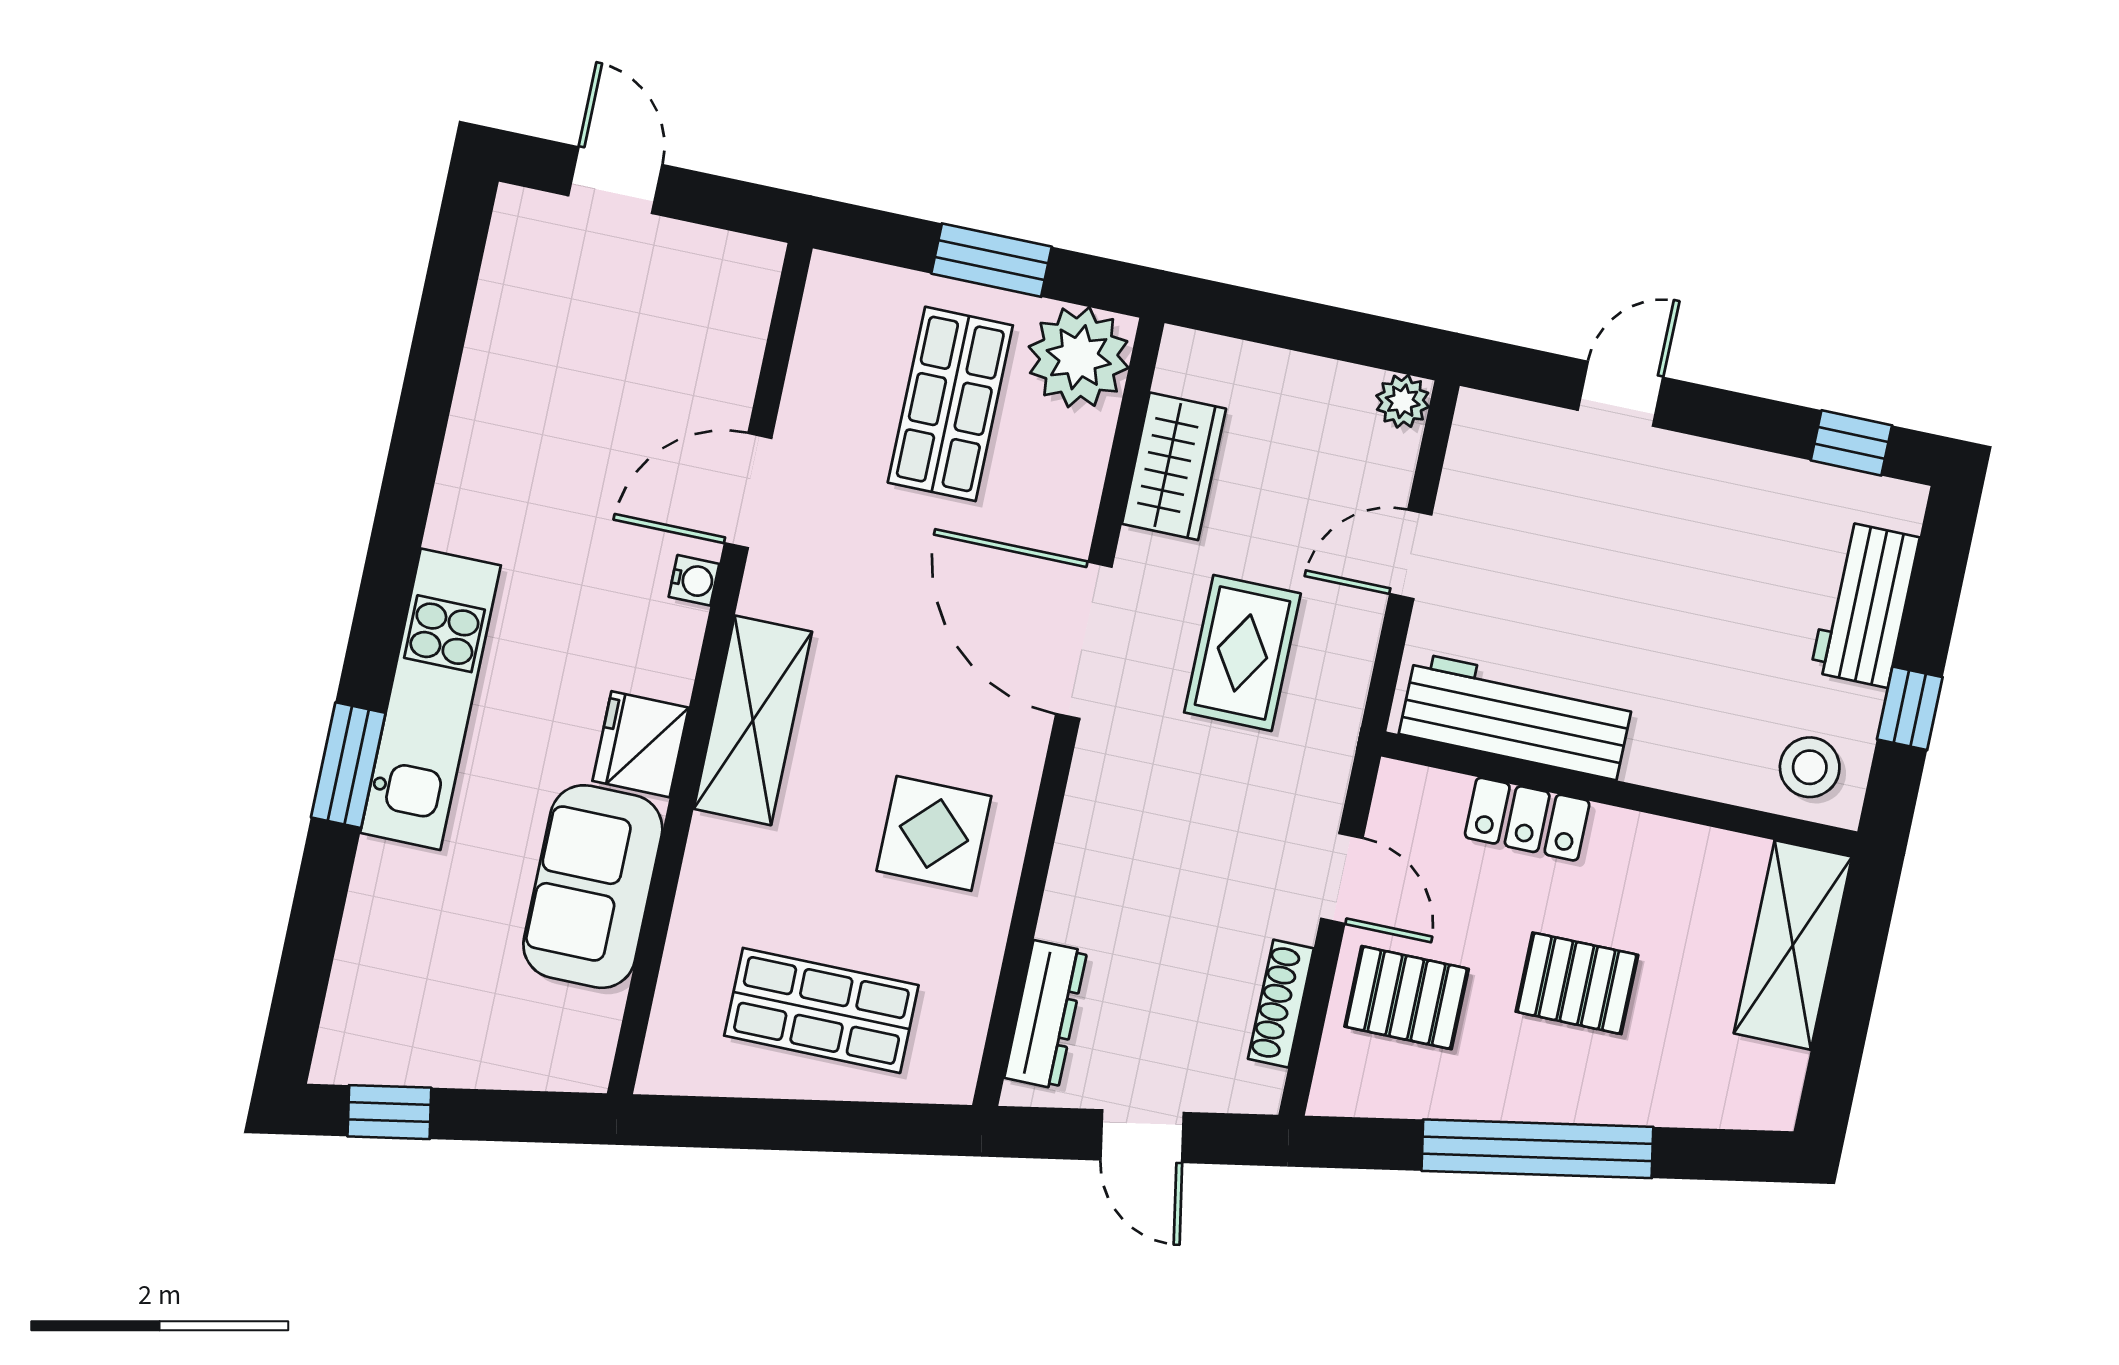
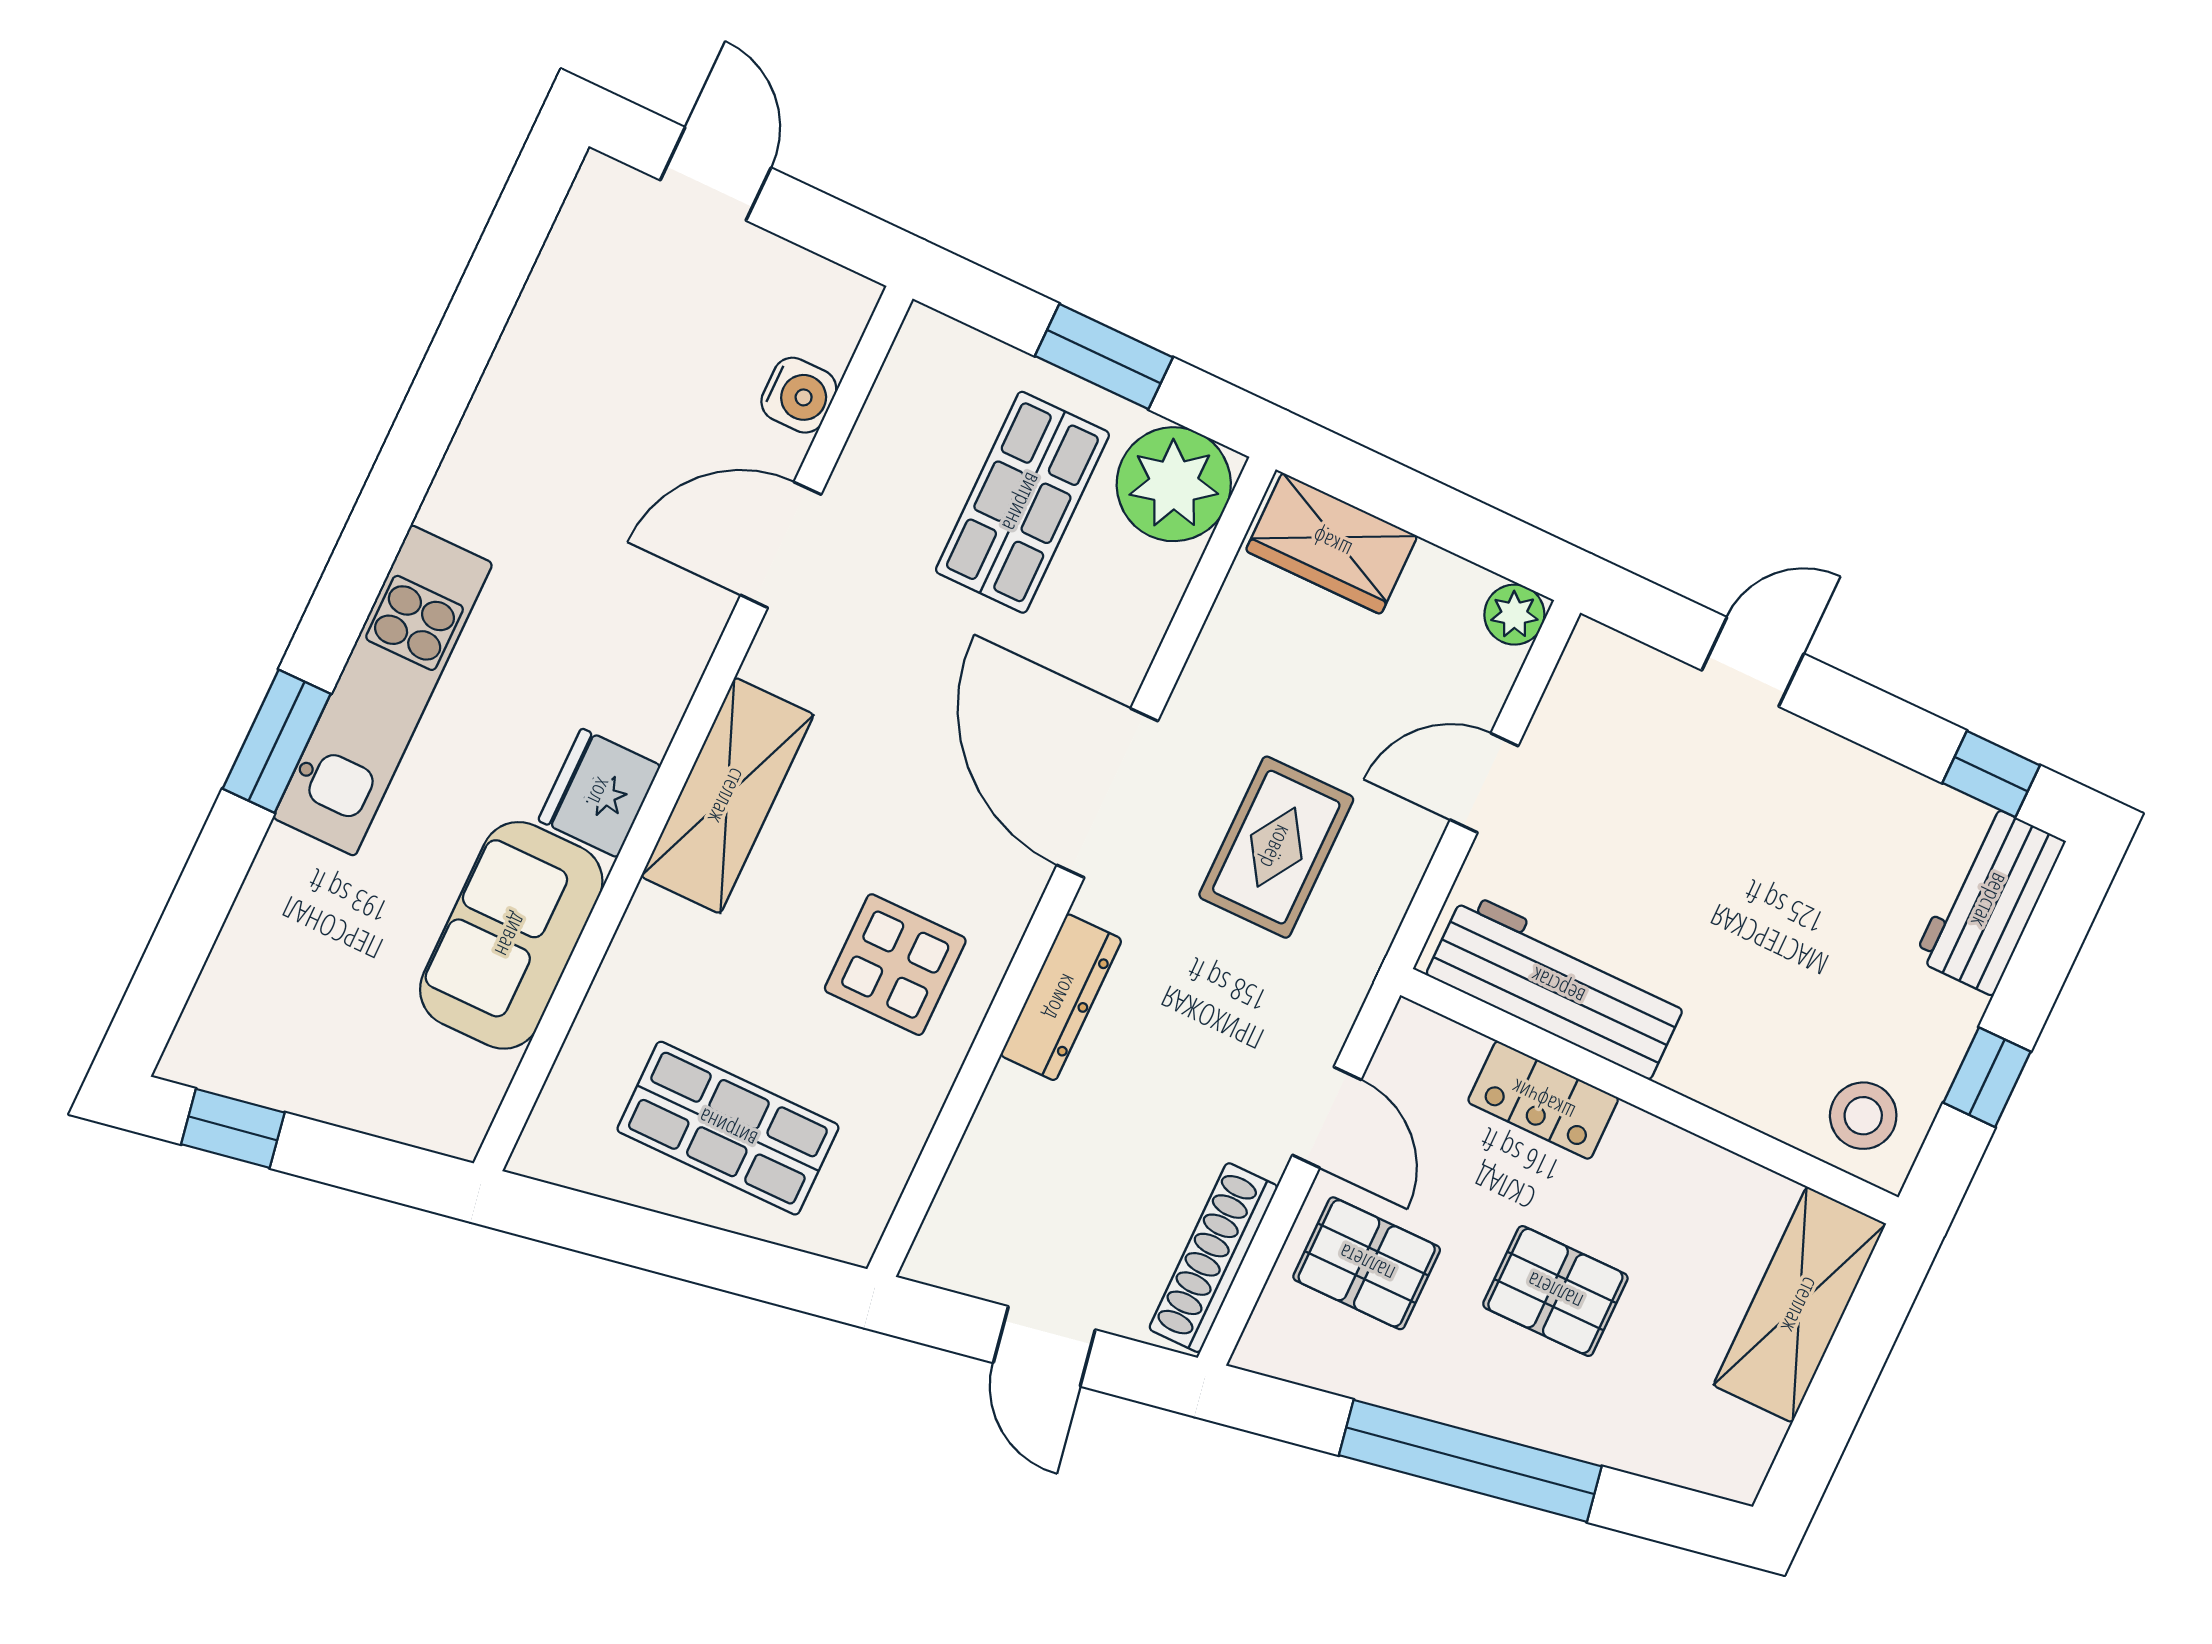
wardrobe: (1174, 466) -> (1332, 543), moved, turned 90
water cooler: (694, 580) -> (799, 395), moved, width x1.38, depth x1.38
workbench: (1865, 604) -> (1990, 900), moved
shoe rack: (1281, 1004) -> (1213, 1258), width x1.36, depth x1.24
dresser: (1046, 1015) -> (1061, 997), moved

